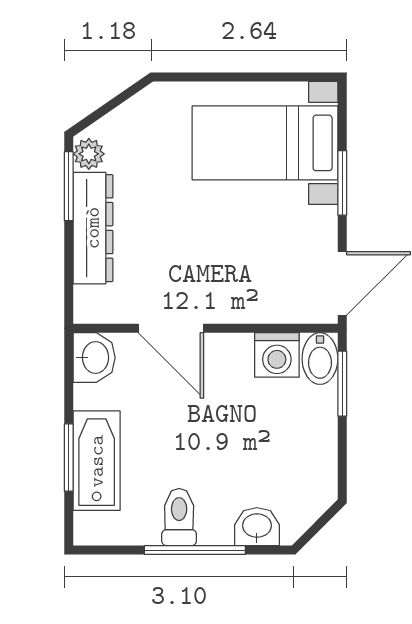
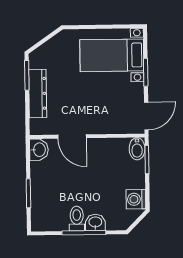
plant: (89, 154) -> (35, 61), removed
washing machine: (277, 355) -> (136, 199), moved, turned 90
bathtub: (97, 461) -> (41, 194), removed
washbasin: (257, 527) -> (95, 222), moved

